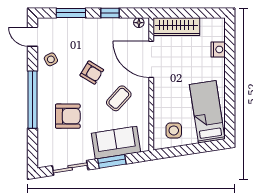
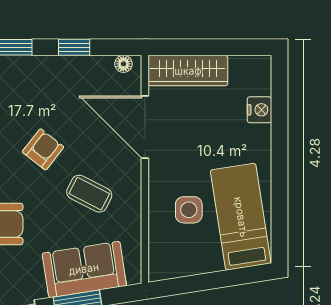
armchair: (92, 73) -> (43, 149), turned -83
coffee table: (119, 98) -> (89, 194), turned 75
side table: (174, 130) -> (189, 210), moved

